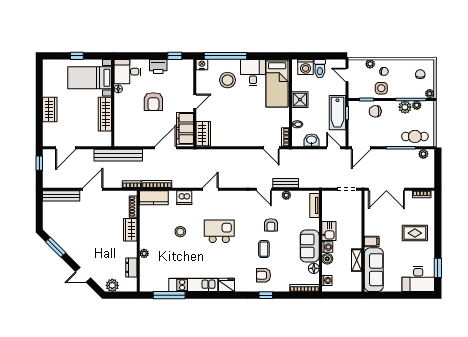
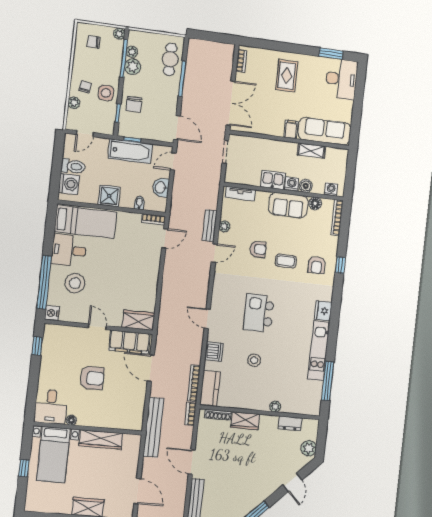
printer: (158, 66) -> (49, 368), removed
plant: (423, 154) -> (193, 52), removed

